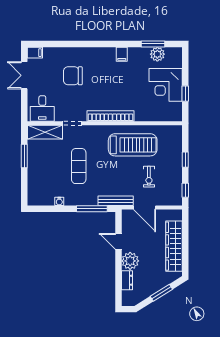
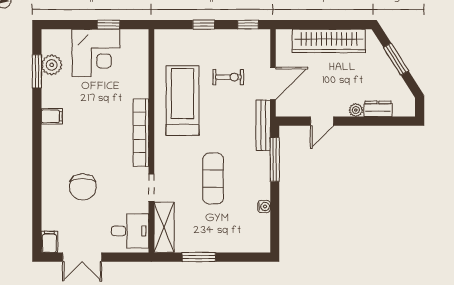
exercise mat: (79, 166) -> (213, 178), turned 90
plant: (130, 261) -> (356, 110), width x0.53, depth x0.53

